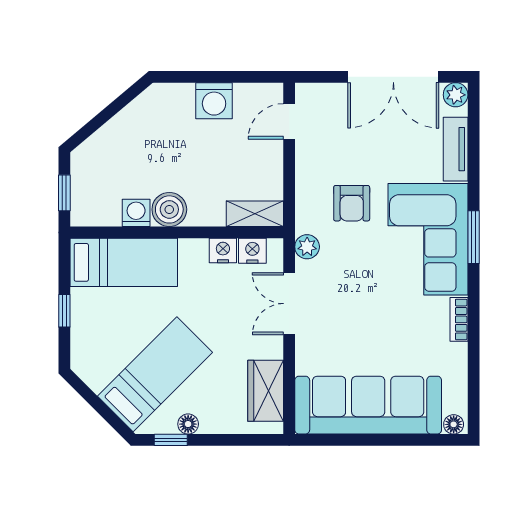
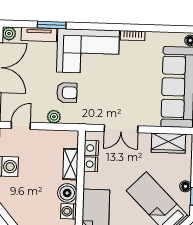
door: (289, 121) -> (21, 126), swing flipped
shelving: (255, 214) -> (70, 164), moved
window: (474, 237) -> (52, 25), moved
plant: (307, 247) -> (54, 117), moved

